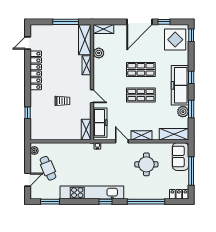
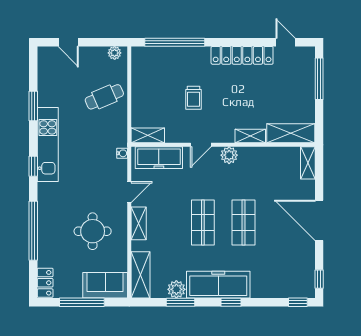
window: (66, 22) -> (319, 79), moved
window: (164, 22) -> (319, 279), moved
display table: (175, 40) -> (291, 277), removed
plant: (99, 53) -> (229, 155), moved
window: (28, 113) -> (175, 42), width x3.17
cafe table: (48, 168) -> (104, 97), moved
kitchen unit: (92, 193) -> (48, 144), width x0.73
window: (50, 202) -> (33, 106), moved

